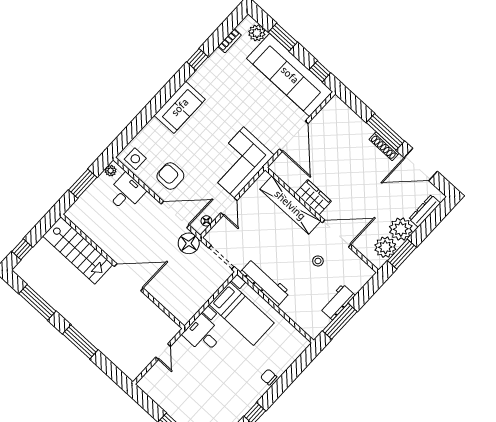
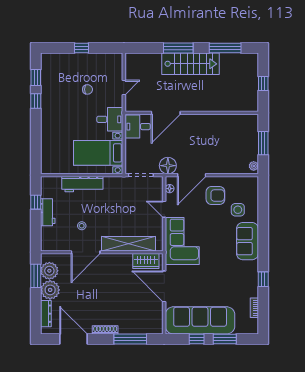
plant: (257, 33) -> (242, 327), removed
window: (320, 71) -> (197, 339), moved
window: (385, 132) -> (130, 339), moved
side table: (135, 159) -> (238, 210), moved
door: (421, 164) -> (74, 339), hinge flipped
desk: (126, 192) -> (138, 127), moved, turned 90
wardrobe: (313, 197) -> (146, 261), moved
window: (22, 249) -> (263, 83), moved
stairs: (78, 250) -> (191, 64), moved, turned 180
door: (129, 277) -> (166, 113), moved
workbench: (265, 282) -> (82, 184), moved
window: (340, 321) -> (36, 202), width x0.46
door: (163, 352) -> (124, 88), swing flipped
chair: (269, 377) -> (88, 89), moved

